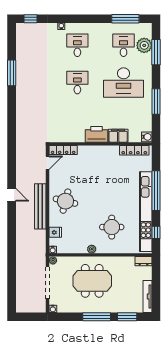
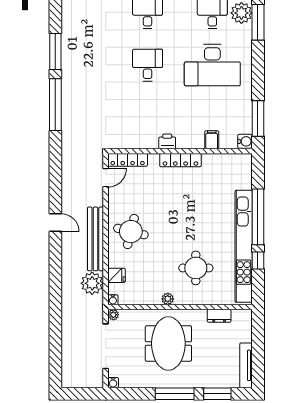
window: (156, 102) -> (258, 118), moved
window: (12, 111) -> (55, 105), added
printer: (96, 134) -> (167, 141), width x0.53, depth x0.68
filing cabinet: (118, 136) -> (212, 140), width x0.50
locker: (134, 150) -> (180, 160), moved
window: (156, 232) -> (258, 260), moved
plant: (38, 238) -> (92, 283), added
dresser: (144, 261) -> (219, 316), moved
meeting table: (92, 281) -> (168, 343), turned 90

